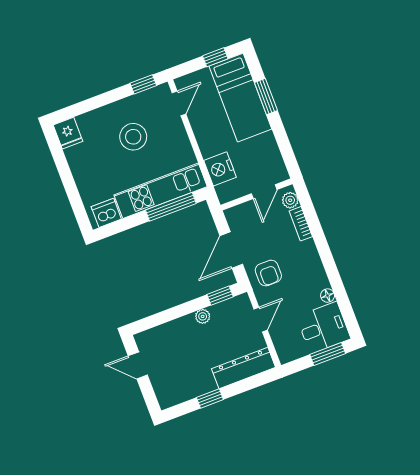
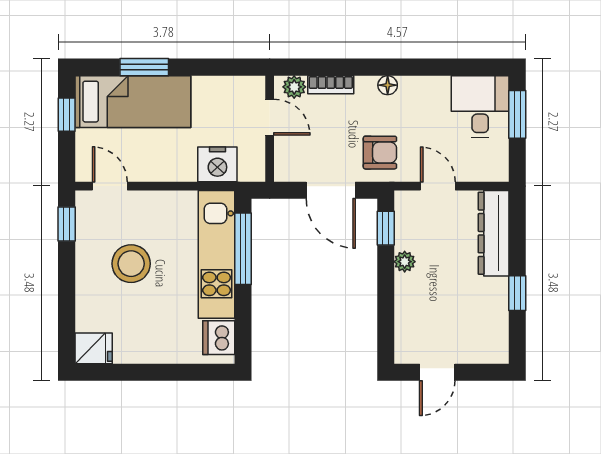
floor lamp: (328, 296) -> (388, 85), moved

